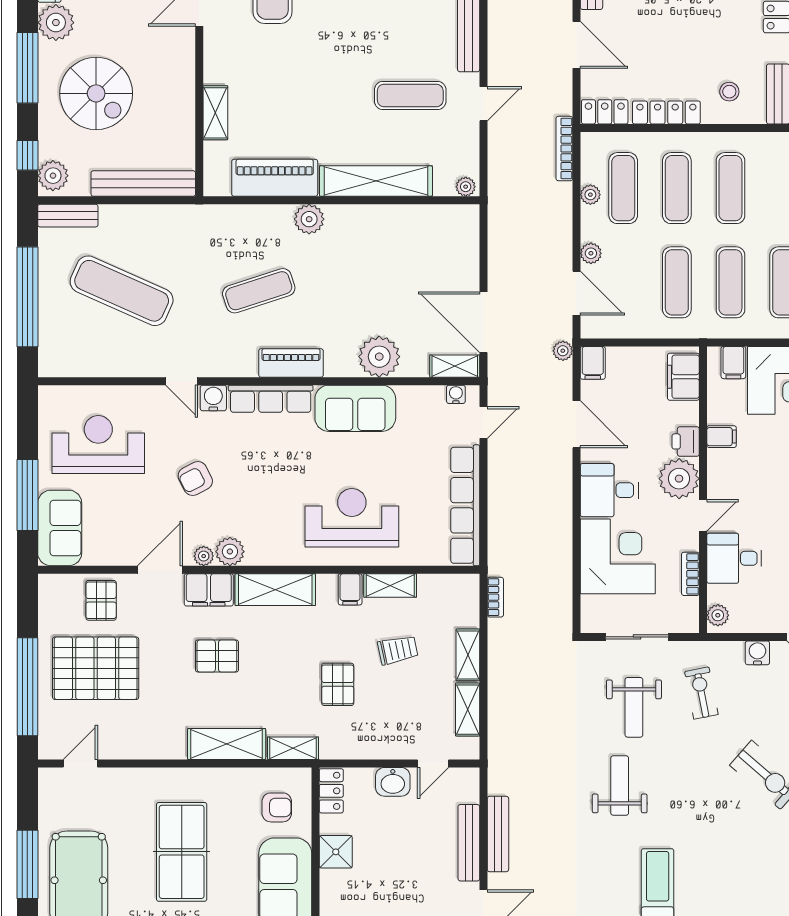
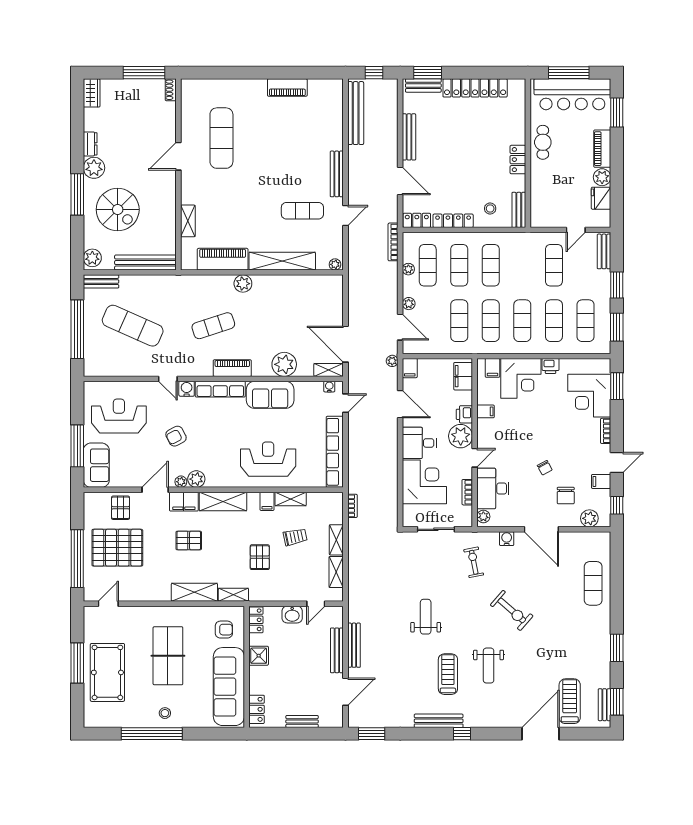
window: (27, 155) -> (77, 246), removed
desk: (734, 558) -> (493, 489), width x1.37
weight bench: (634, 707) -> (489, 666), moved

